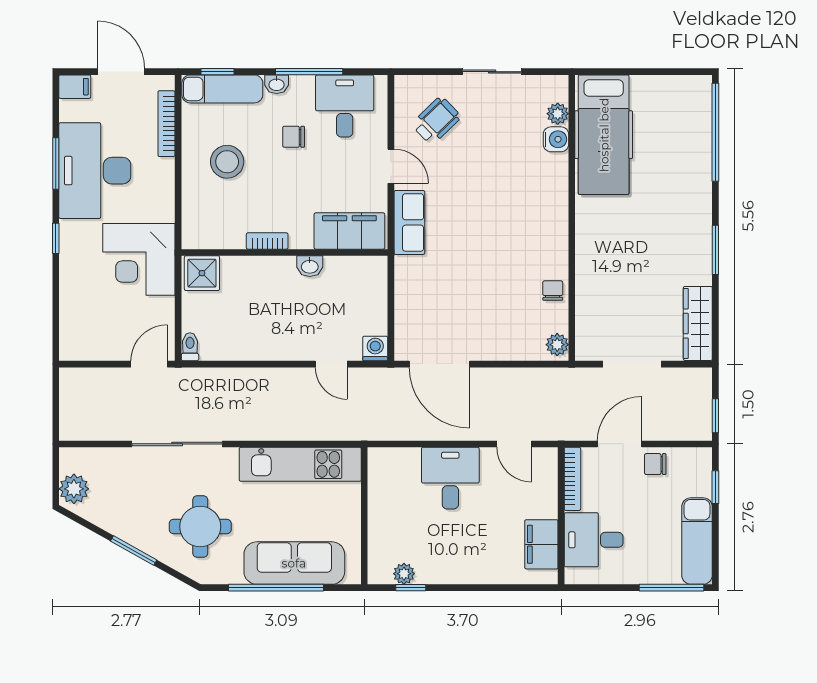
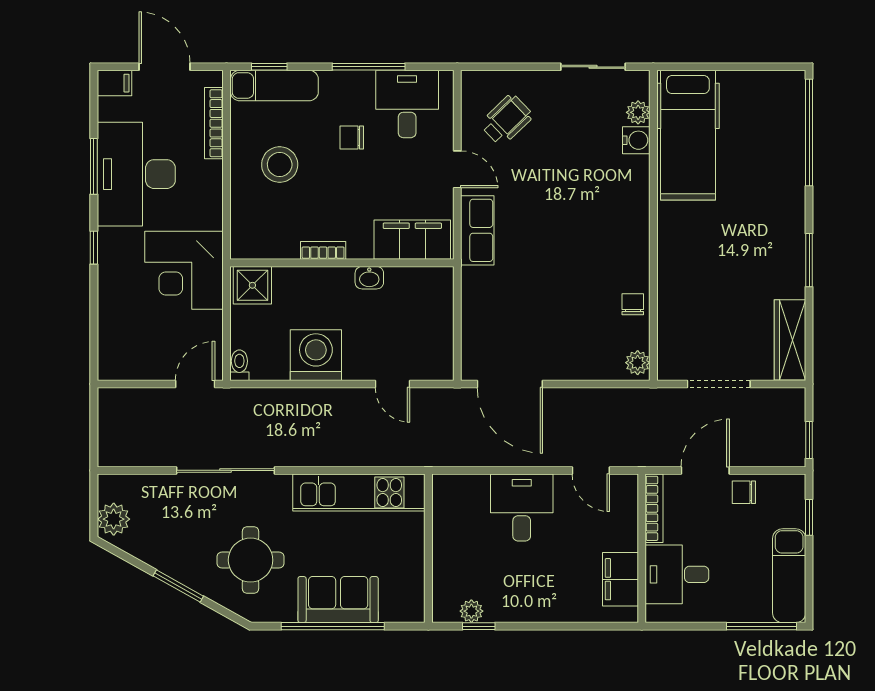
sliding door: (492, 72) -> (593, 67), moved
washbasin: (277, 84) -> (333, 80), removed
washing machine: (375, 349) -> (316, 355), moved, width x1.89, depth x1.89
sofa: (294, 563) -> (338, 600), width x0.73

